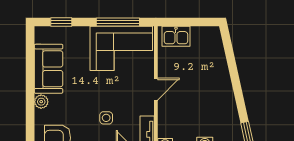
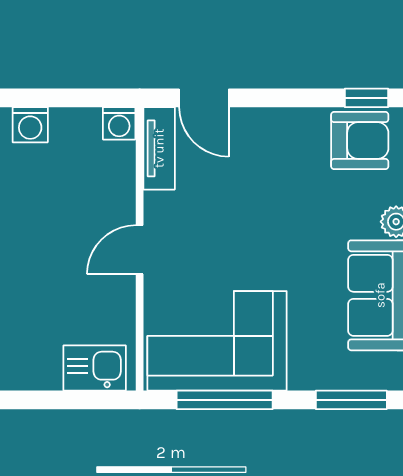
window: (61, 22) -> (351, 400), width x1.50
side table: (106, 118) -> (251, 185), removed

